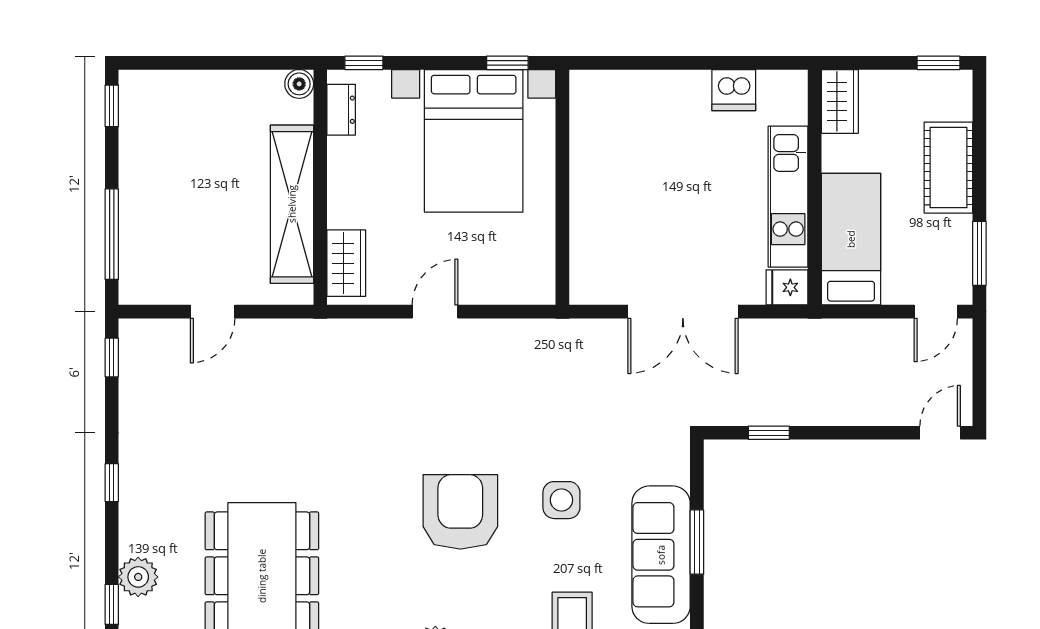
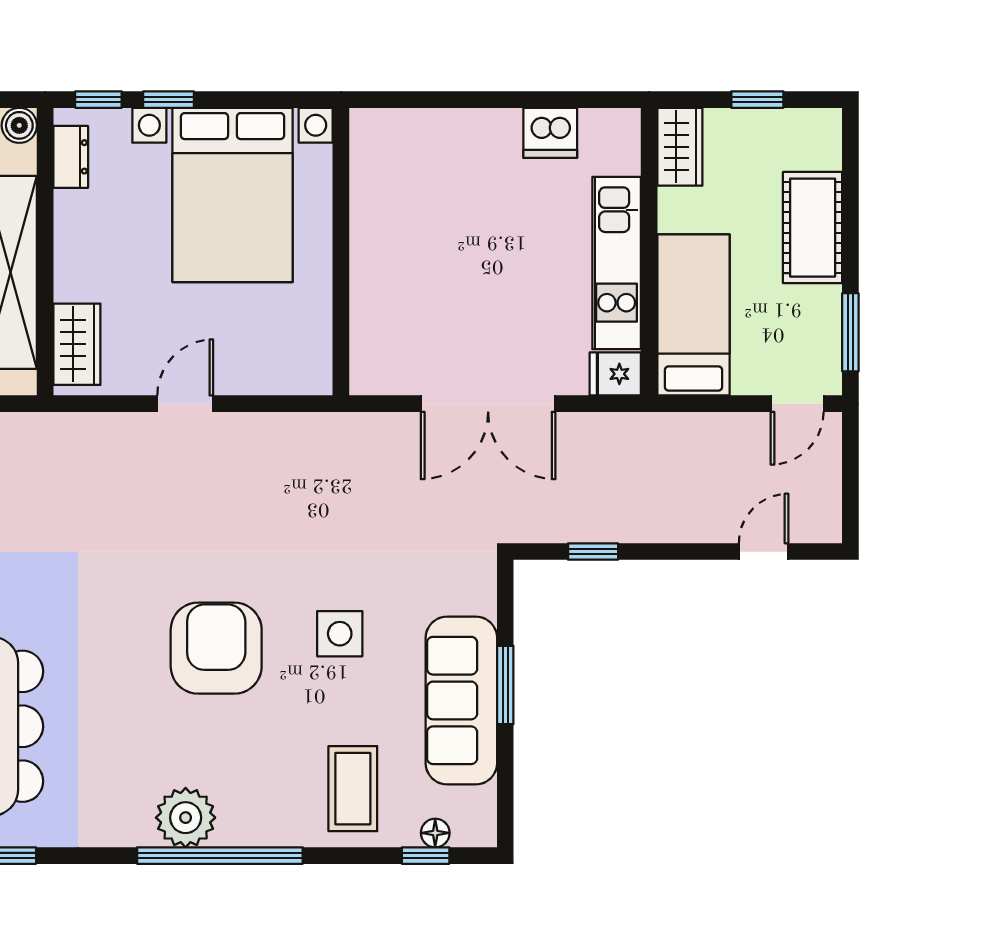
window: (507, 63) -> (168, 100), moved
window: (939, 63) -> (757, 100), moved
door: (940, 433) -> (764, 552), moved

